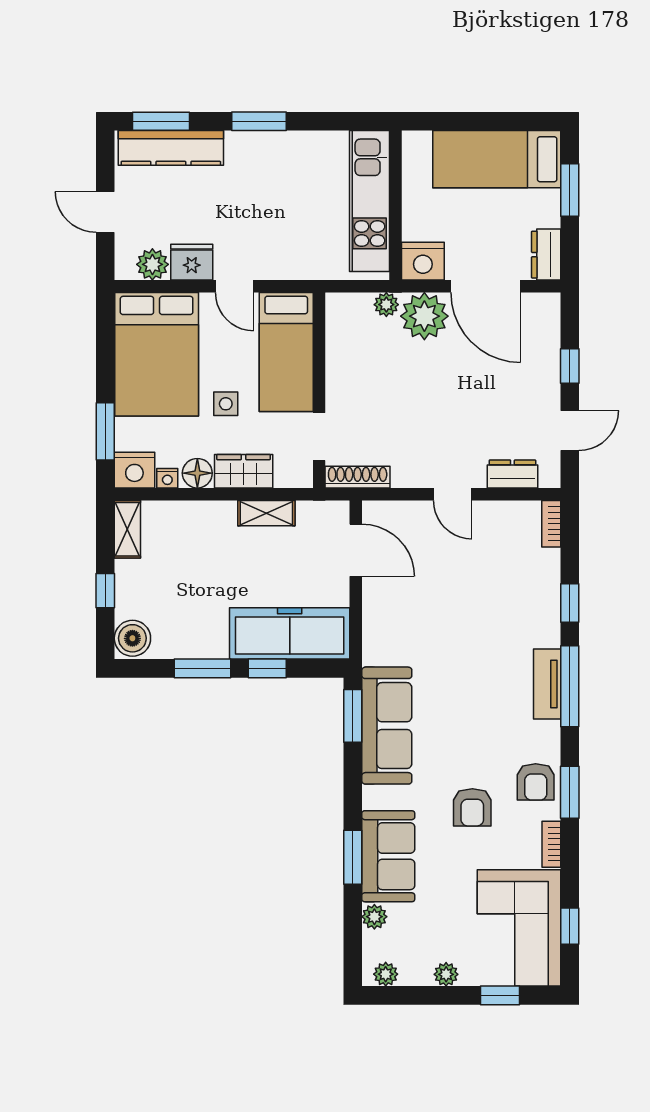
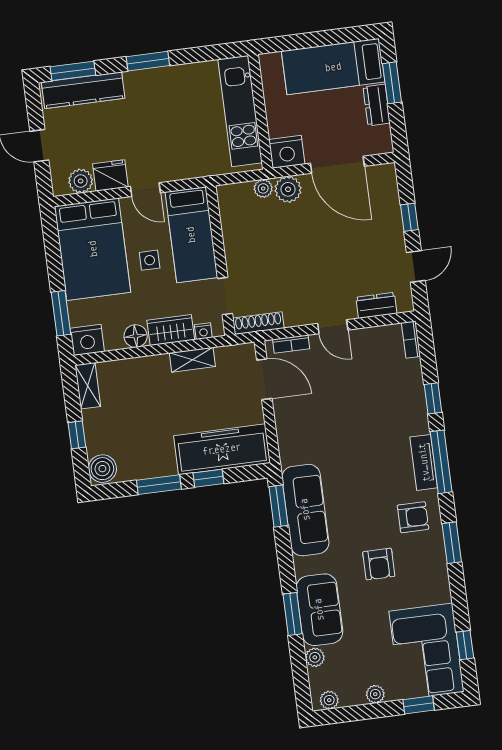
dresser: (546, 255) -> (377, 105), moved
plant: (424, 316) -> (288, 189), width x0.73, depth x0.73
side table: (226, 404) -> (150, 260), moved
nightstand: (167, 478) -> (203, 331), moved
armchair: (536, 782) -> (413, 517), moved, turned -90
bookcase: (551, 844) -> (291, 344), moved, turned -90

